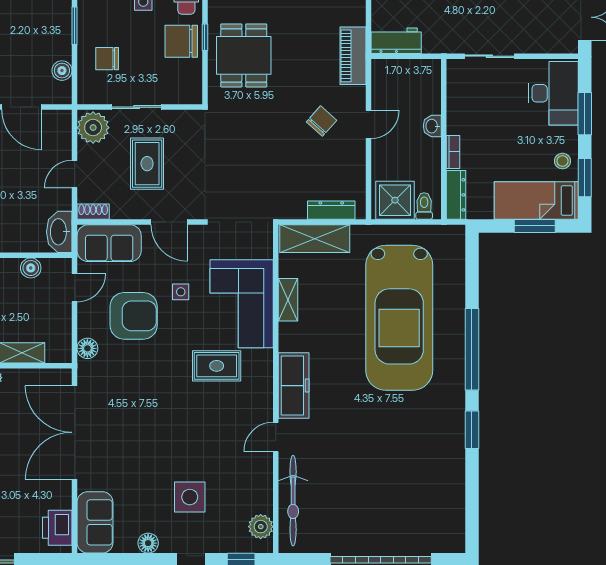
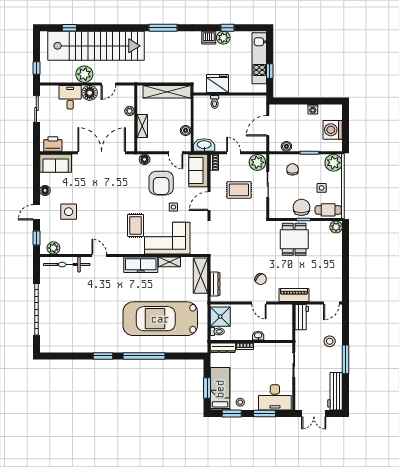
dining table: (244, 55) -> (294, 239), turned 90
freezer: (294, 386) -> (141, 265), moved

